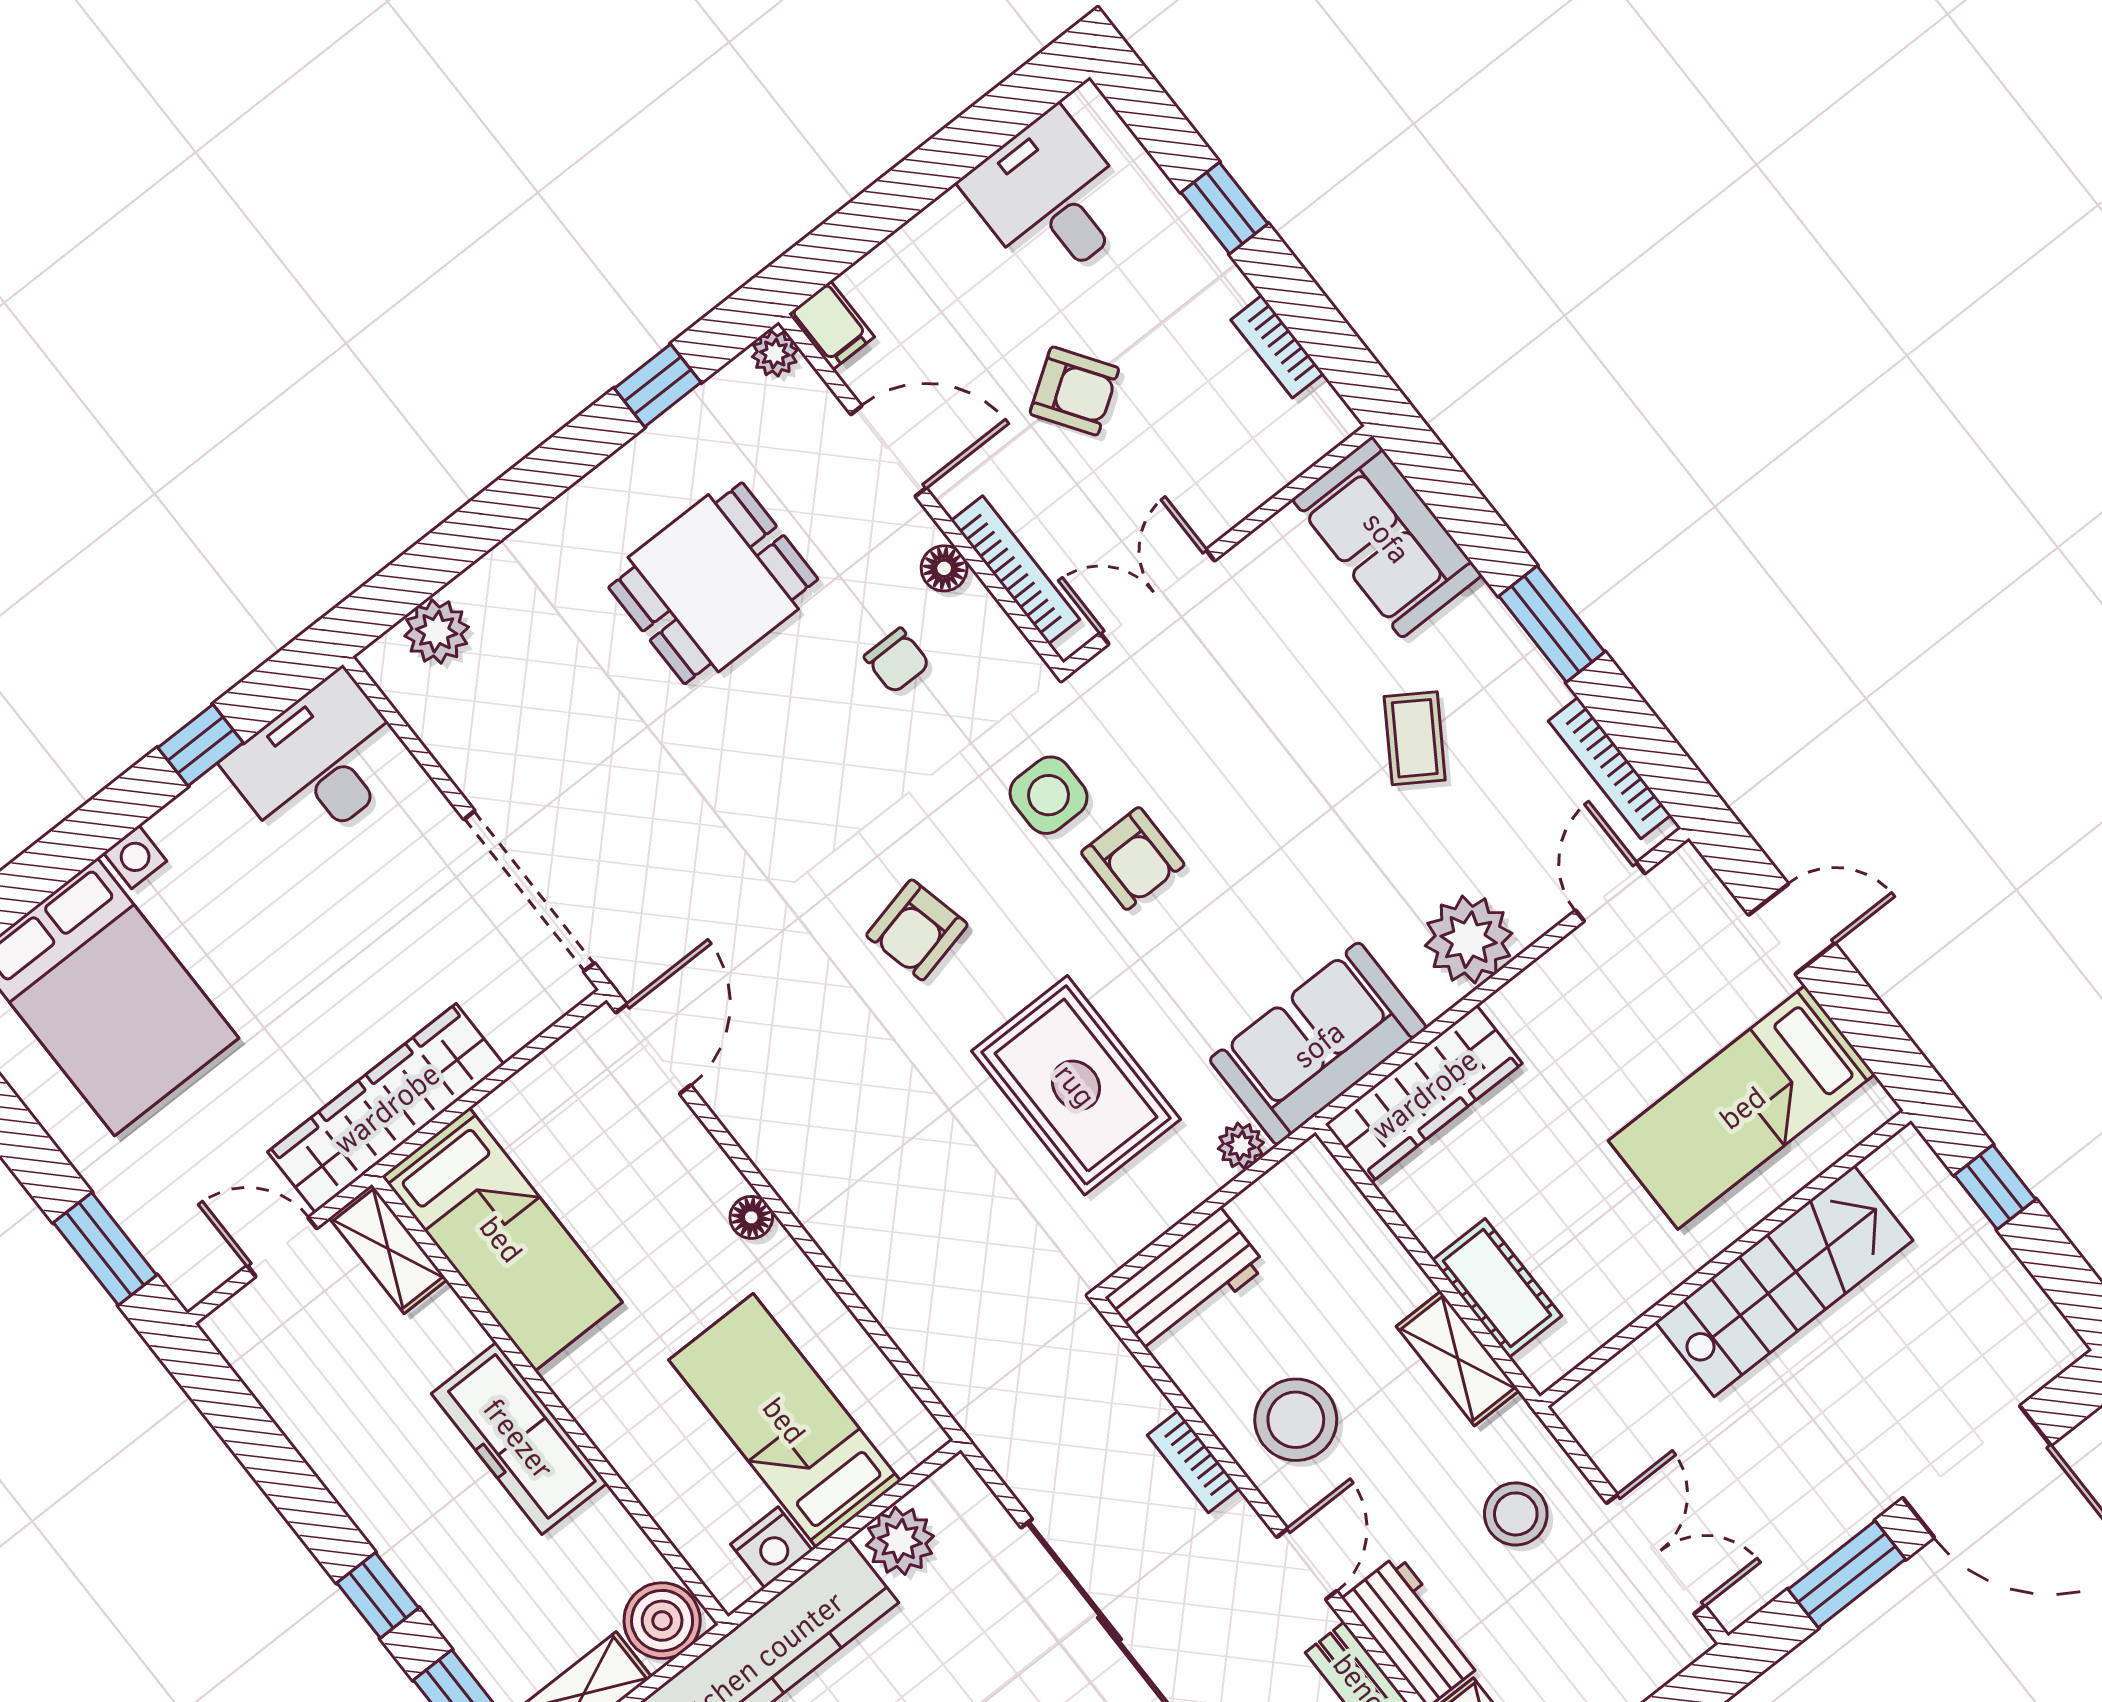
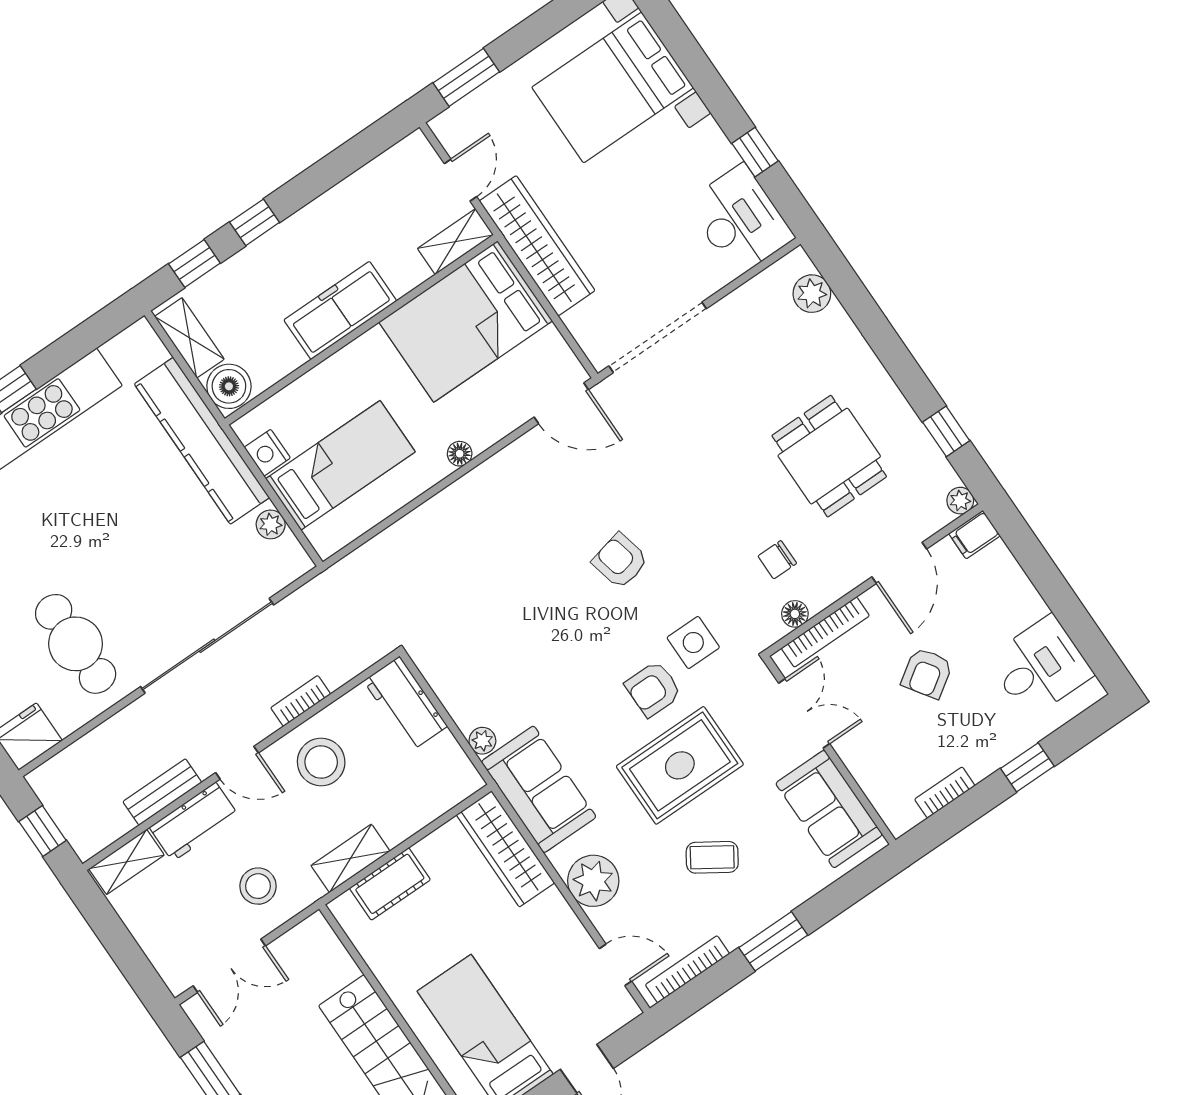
sofa: (1387, 537) -> (829, 809), moved, turned -90
floor lamp: (944, 568) -> (795, 614), moved
rug: (1076, 1085) -> (680, 765), moved
bed: (502, 1239) -> (466, 321), width x1.50
plant: (900, 1541) -> (271, 524), width x0.73, depth x0.73

